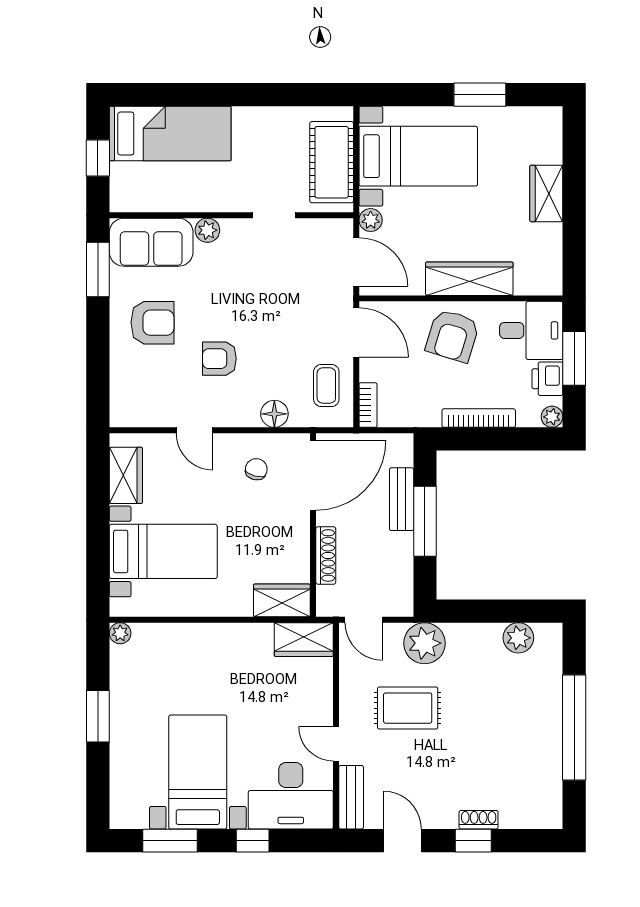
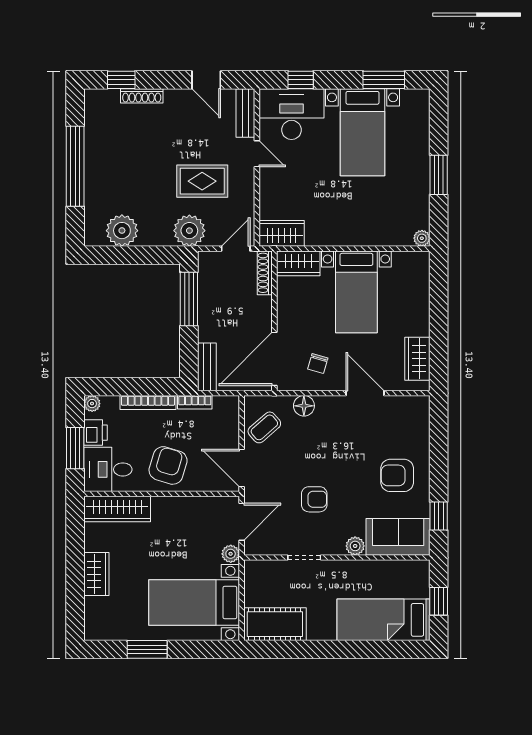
cot: (332, 162) -> (275, 624), moved, turned 90
door: (356, 262) -> (242, 522), swing flipped
window: (98, 269) -> (439, 516), width x0.67
wardrobe: (469, 279) -> (117, 509), moved
armchair: (219, 359) -> (314, 499), moved
coffee table: (326, 385) -> (264, 427), turned 49
bookcase: (368, 405) -> (195, 402), moved, turned -90
door: (194, 430) -> (365, 393), width x1.38
bench: (402, 499) -> (207, 367), moved
window: (425, 521) -> (189, 299), moved
bed with nightstands: (163, 551) -> (356, 292), moved, turned -90
shoe rack: (326, 555) -> (265, 273), moved
door: (364, 620) -> (236, 249), hinge flipped
plant: (518, 638) -> (122, 231), width x1.36, depth x1.36
shoe rack: (479, 820) -> (142, 96), width x1.43
window: (253, 841) -> (301, 80), moved
window: (473, 841) -> (121, 80), moved

